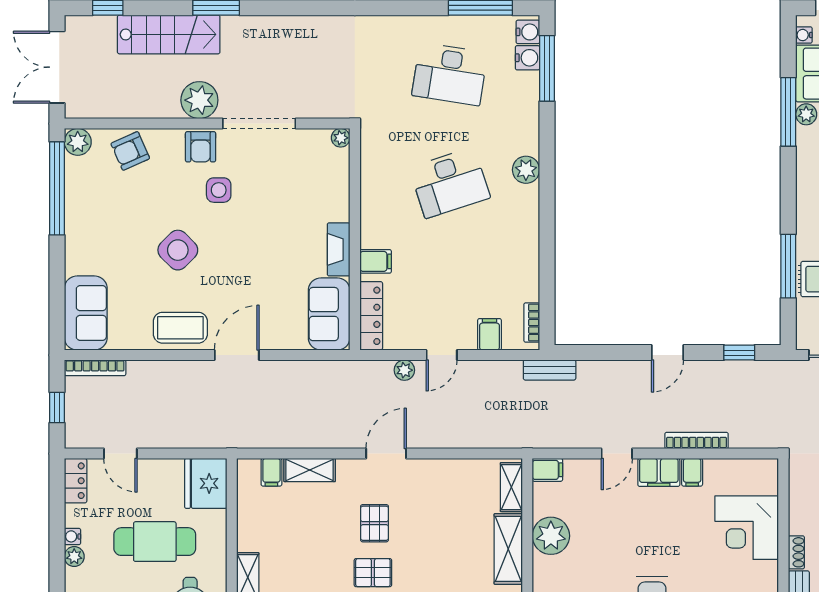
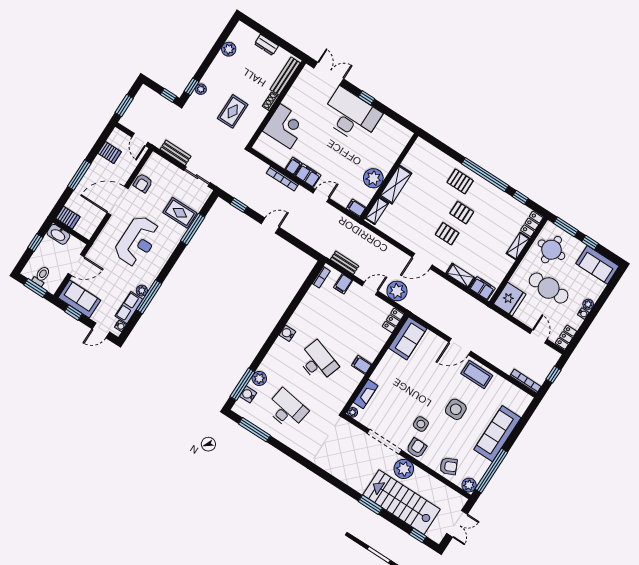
water cooler: (528, 32) -> (287, 333), moved
stairs: (169, 34) -> (401, 502), width x1.36, depth x1.51
double door: (57, 67) -> (457, 524), width x0.73
plant: (526, 170) -> (259, 378), moved
desk: (450, 183) -> (317, 362), turned 36
fireplace: (339, 249) -> (366, 394), moved
side table: (178, 250) -> (456, 409), turned 45
filing cabinet: (376, 261) -> (362, 365), moved
sofa: (86, 313) -> (497, 434), moved, width x1.36
locker: (371, 316) -> (393, 320), width x0.66
plant: (404, 370) -> (397, 291), width x1.88, depth x1.88
bench: (550, 370) -> (345, 263), moved
filing cabinet: (271, 472) -> (482, 288), width x2.00
pallet: (374, 523) -> (447, 234), turned 90

